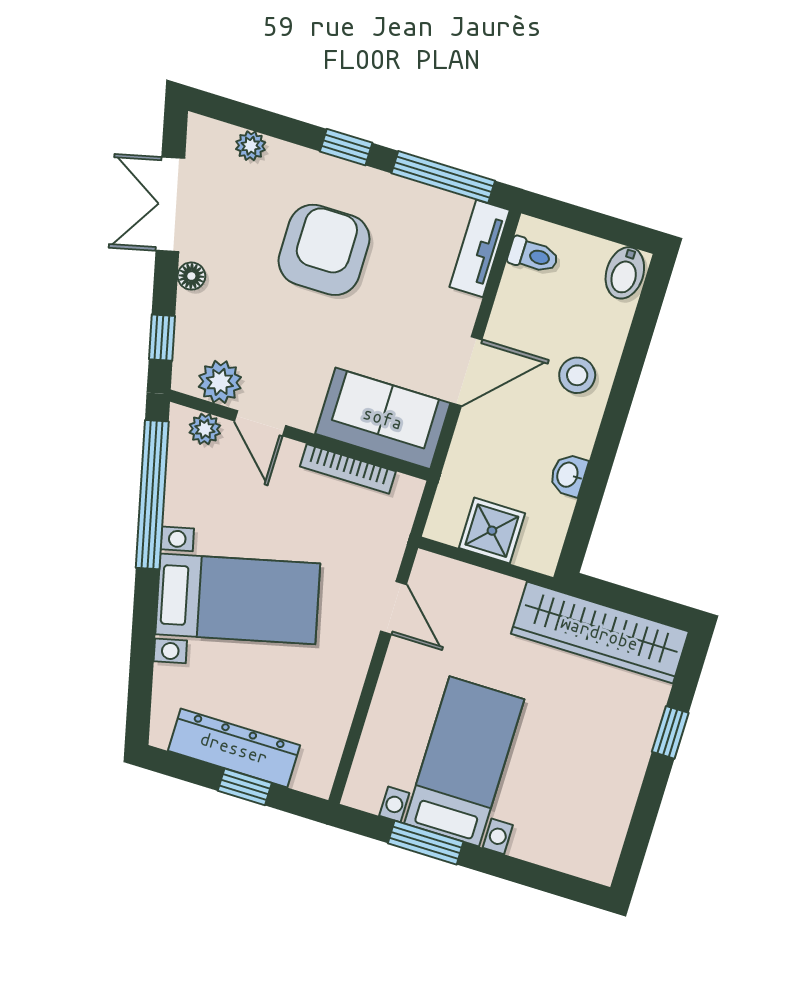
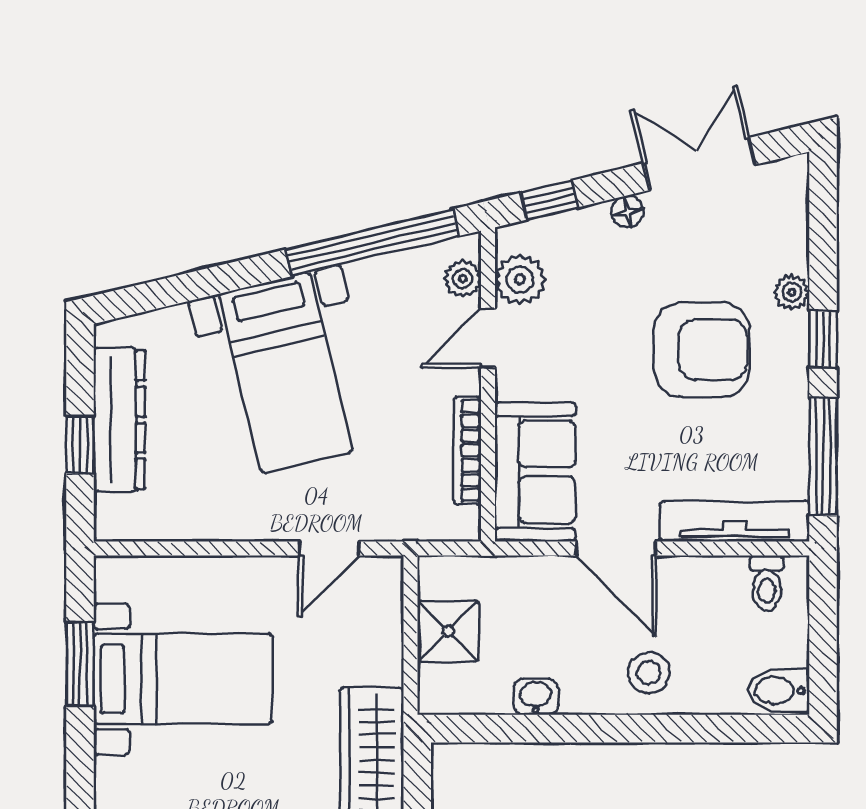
plant: (251, 146) -> (792, 292), moved
tv unit: (480, 248) -> (734, 521), width x1.41

